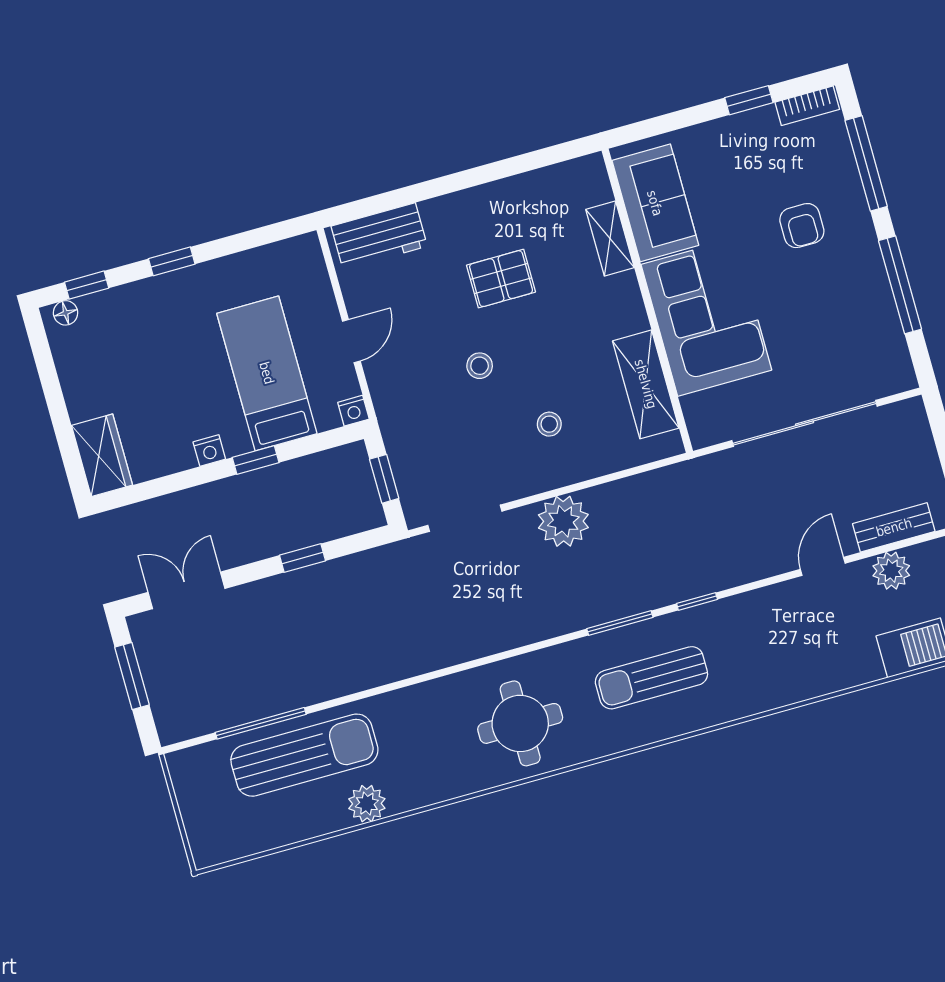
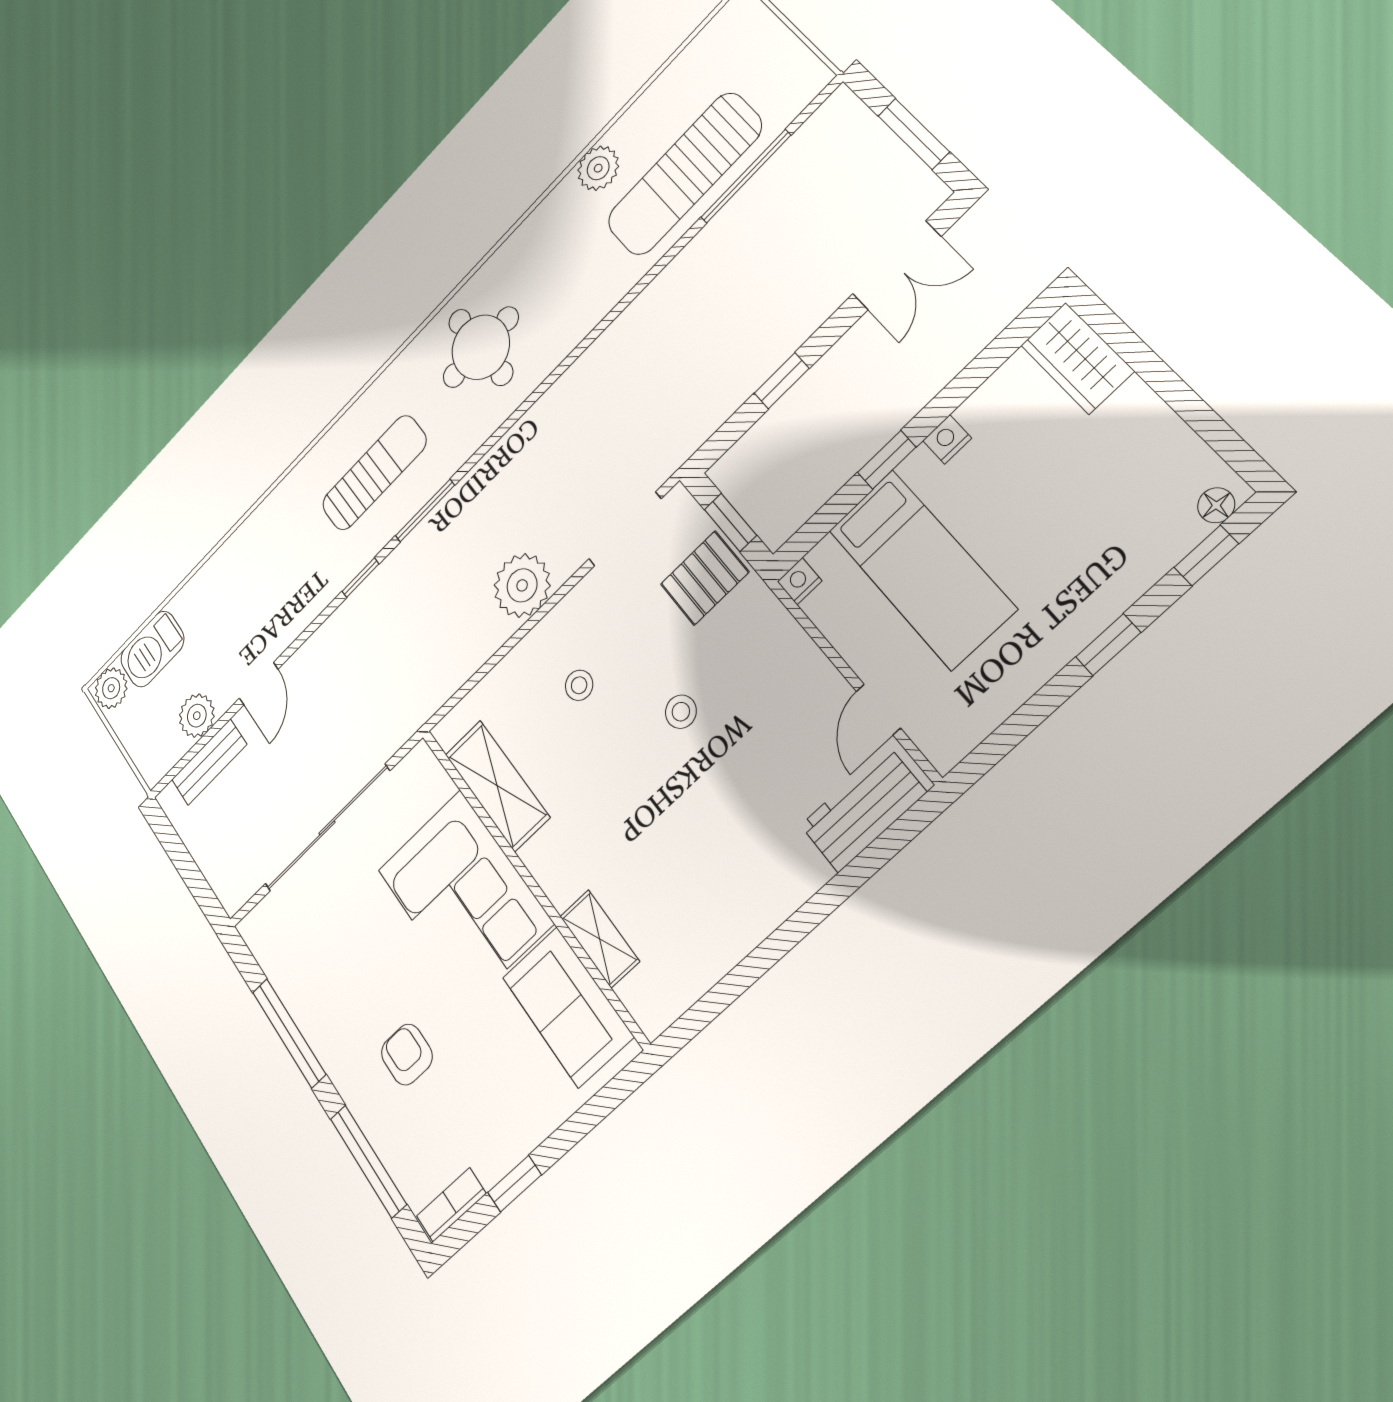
pallet: (501, 279) -> (705, 578), moved
door: (351, 341) -> (878, 710), moved

